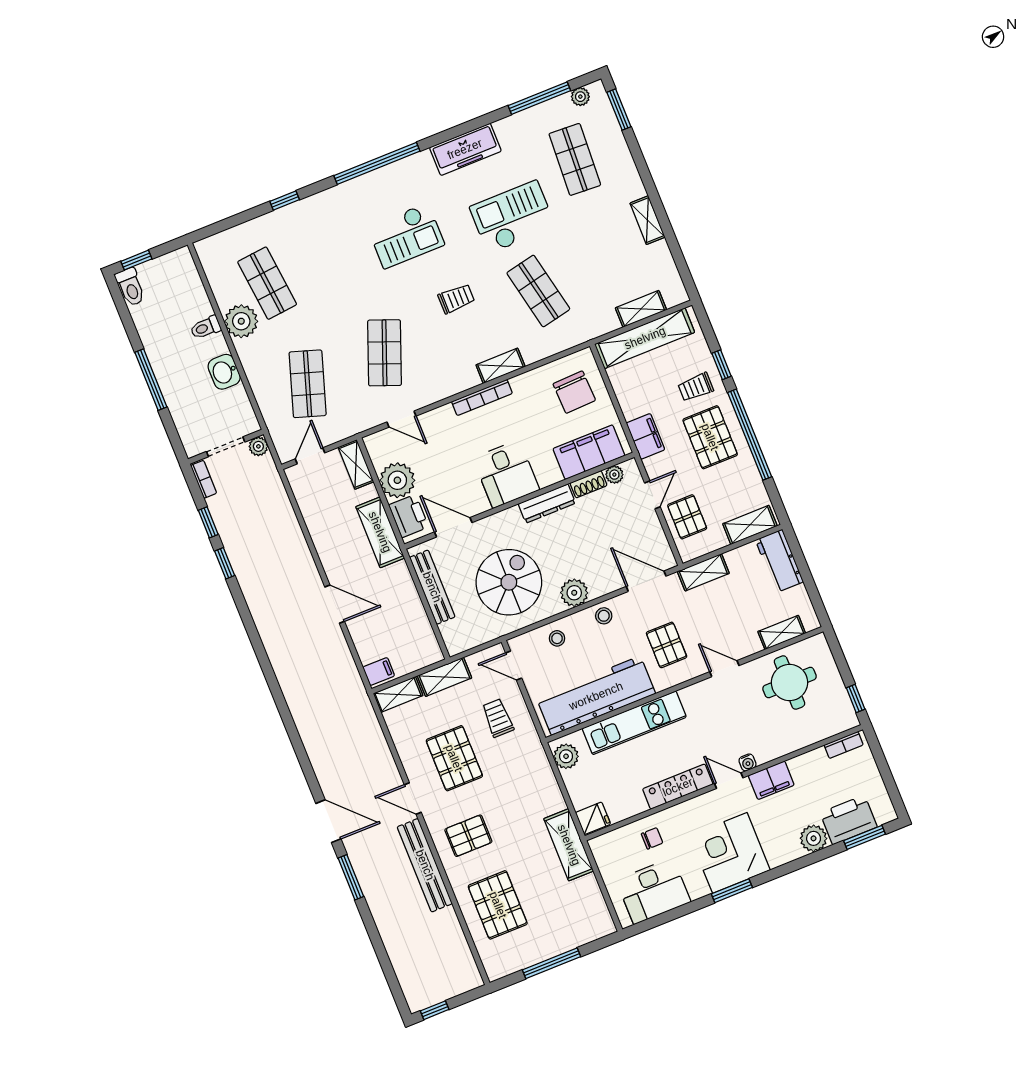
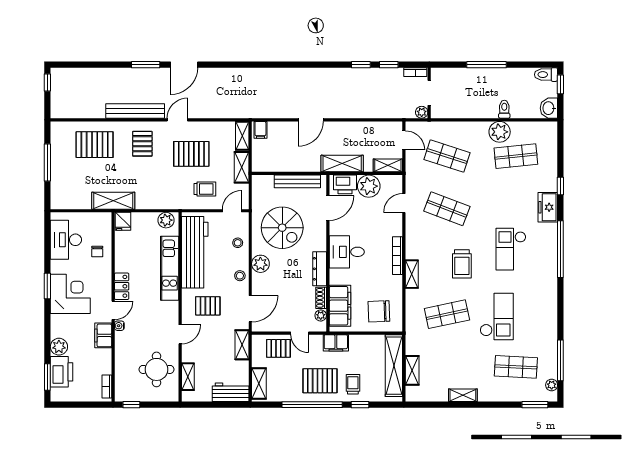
freezer: (465, 149) -> (548, 207), moved, width x0.71
trolley: (456, 299) -> (462, 264), width x1.36, depth x1.39
washbasin: (224, 372) -> (549, 108), moved, turned -90
locker: (678, 787) -> (122, 286), width x0.66

